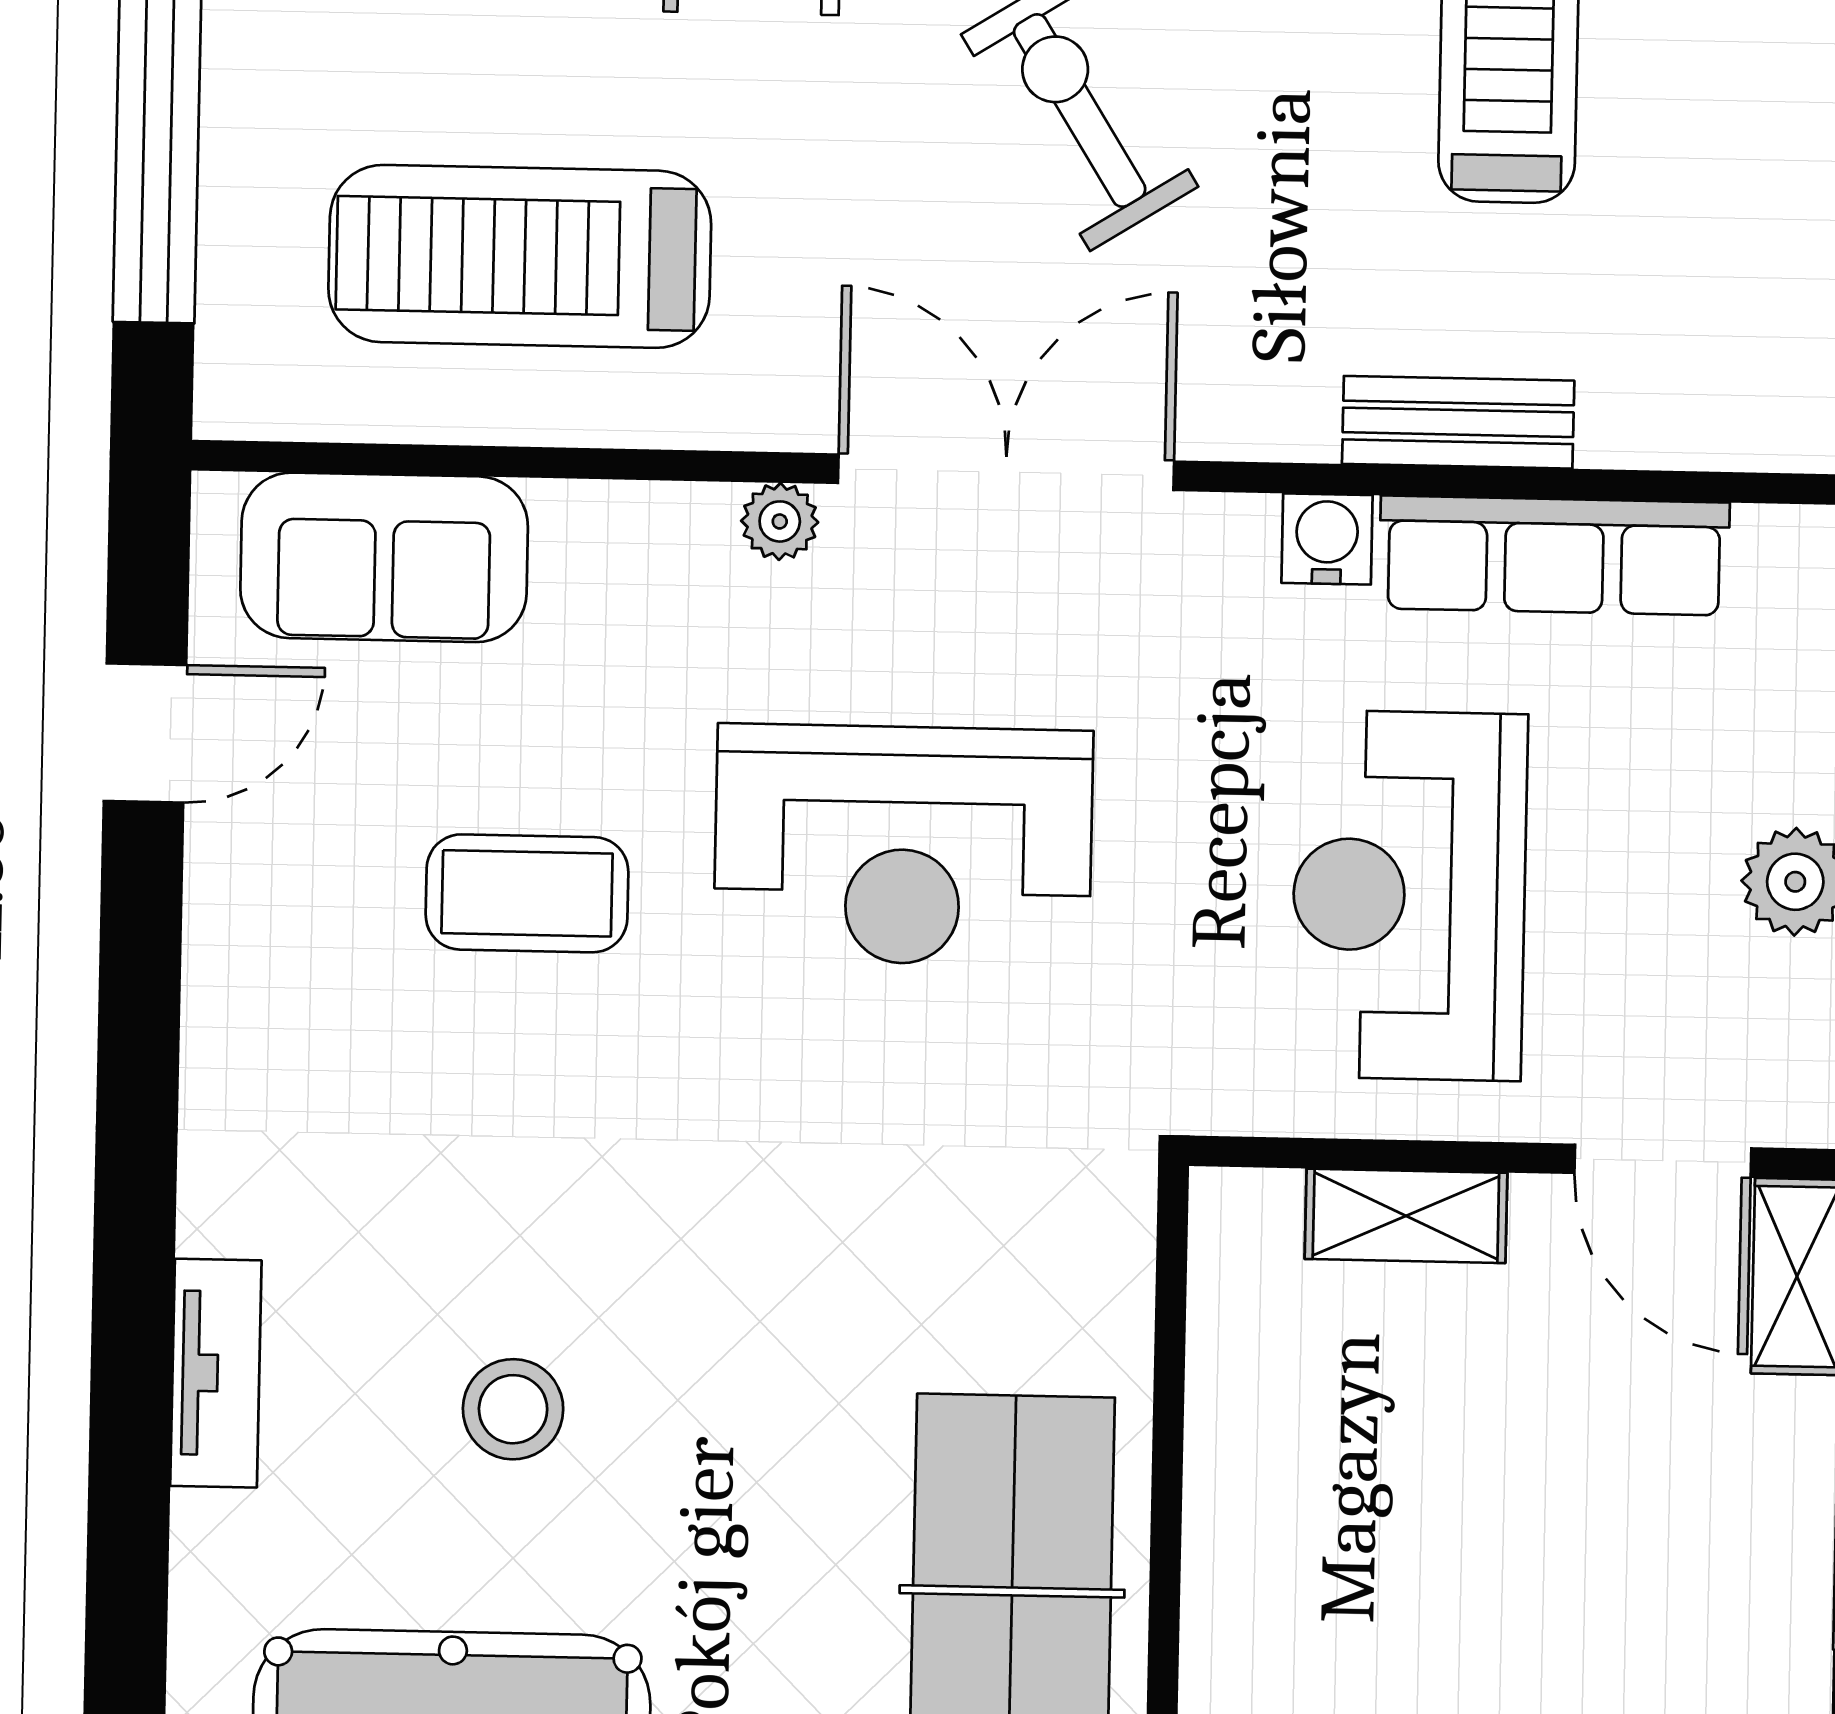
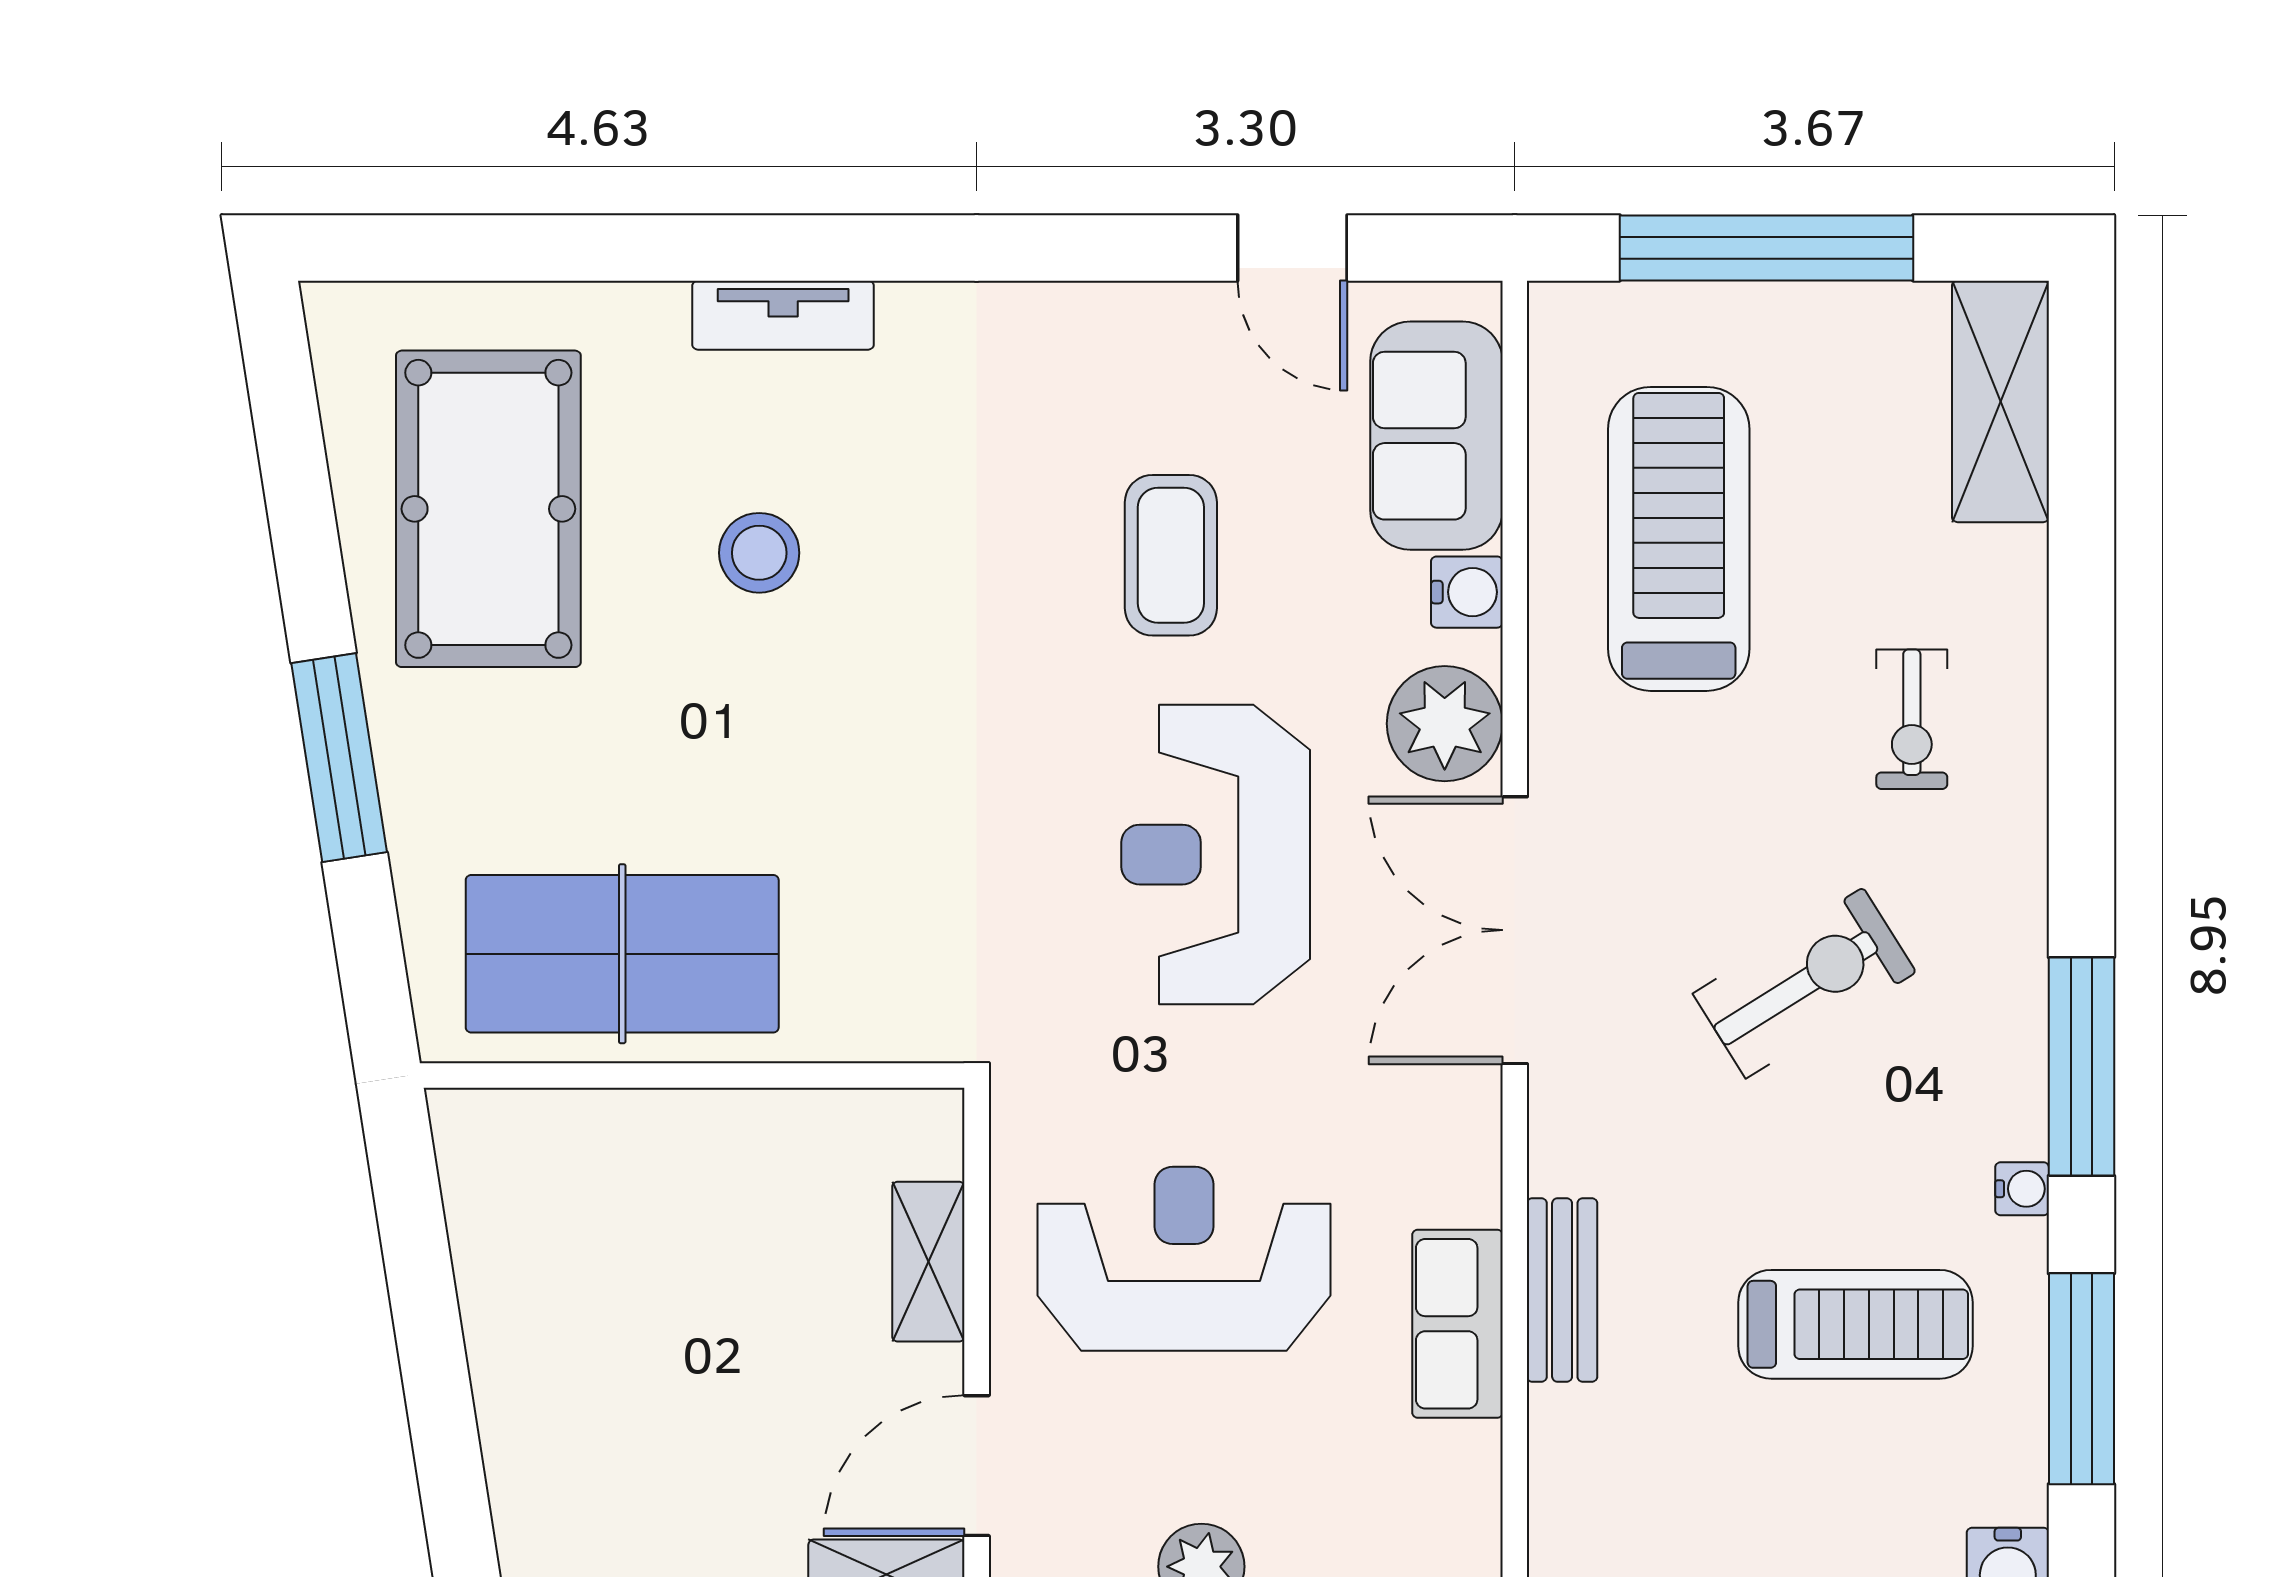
double door: (1006, 472) -> (1515, 930), swing flipped
plant: (780, 521) -> (1445, 724), width x1.88, depth x1.88
water cooler: (1327, 539) -> (1467, 592), moved
row of seats: (1554, 555) -> (1457, 1324), width x0.68

